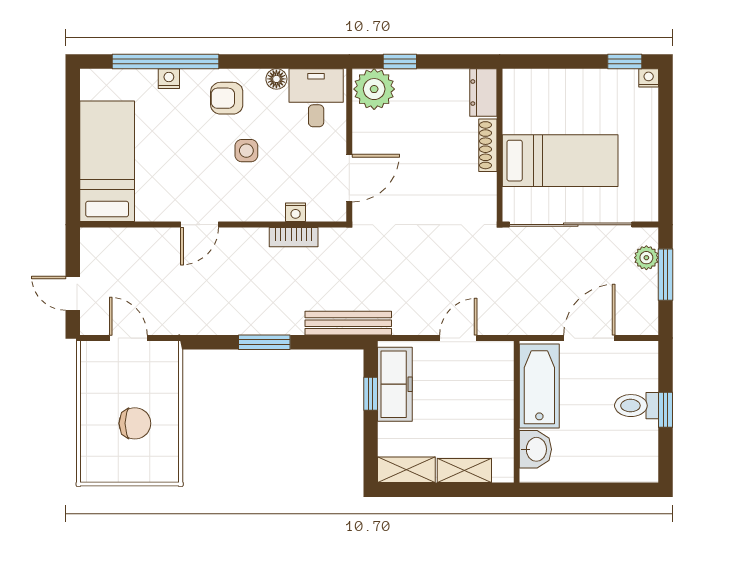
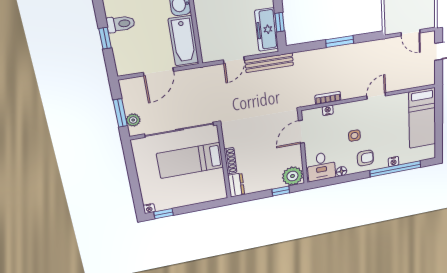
bench: (348, 323) -> (269, 63), moved
toilet: (637, 406) -> (121, 24), moved

